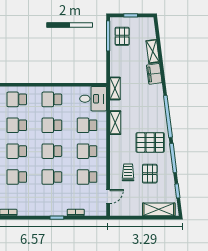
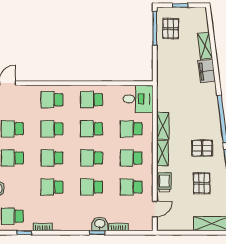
shelving: (115, 88) -> (163, 153), moved
pallet: (150, 142) -> (202, 148), width x0.67, depth x0.71
trolley: (128, 172) -> (165, 182), moved
washbasin: (59, 210) -> (100, 224), added

